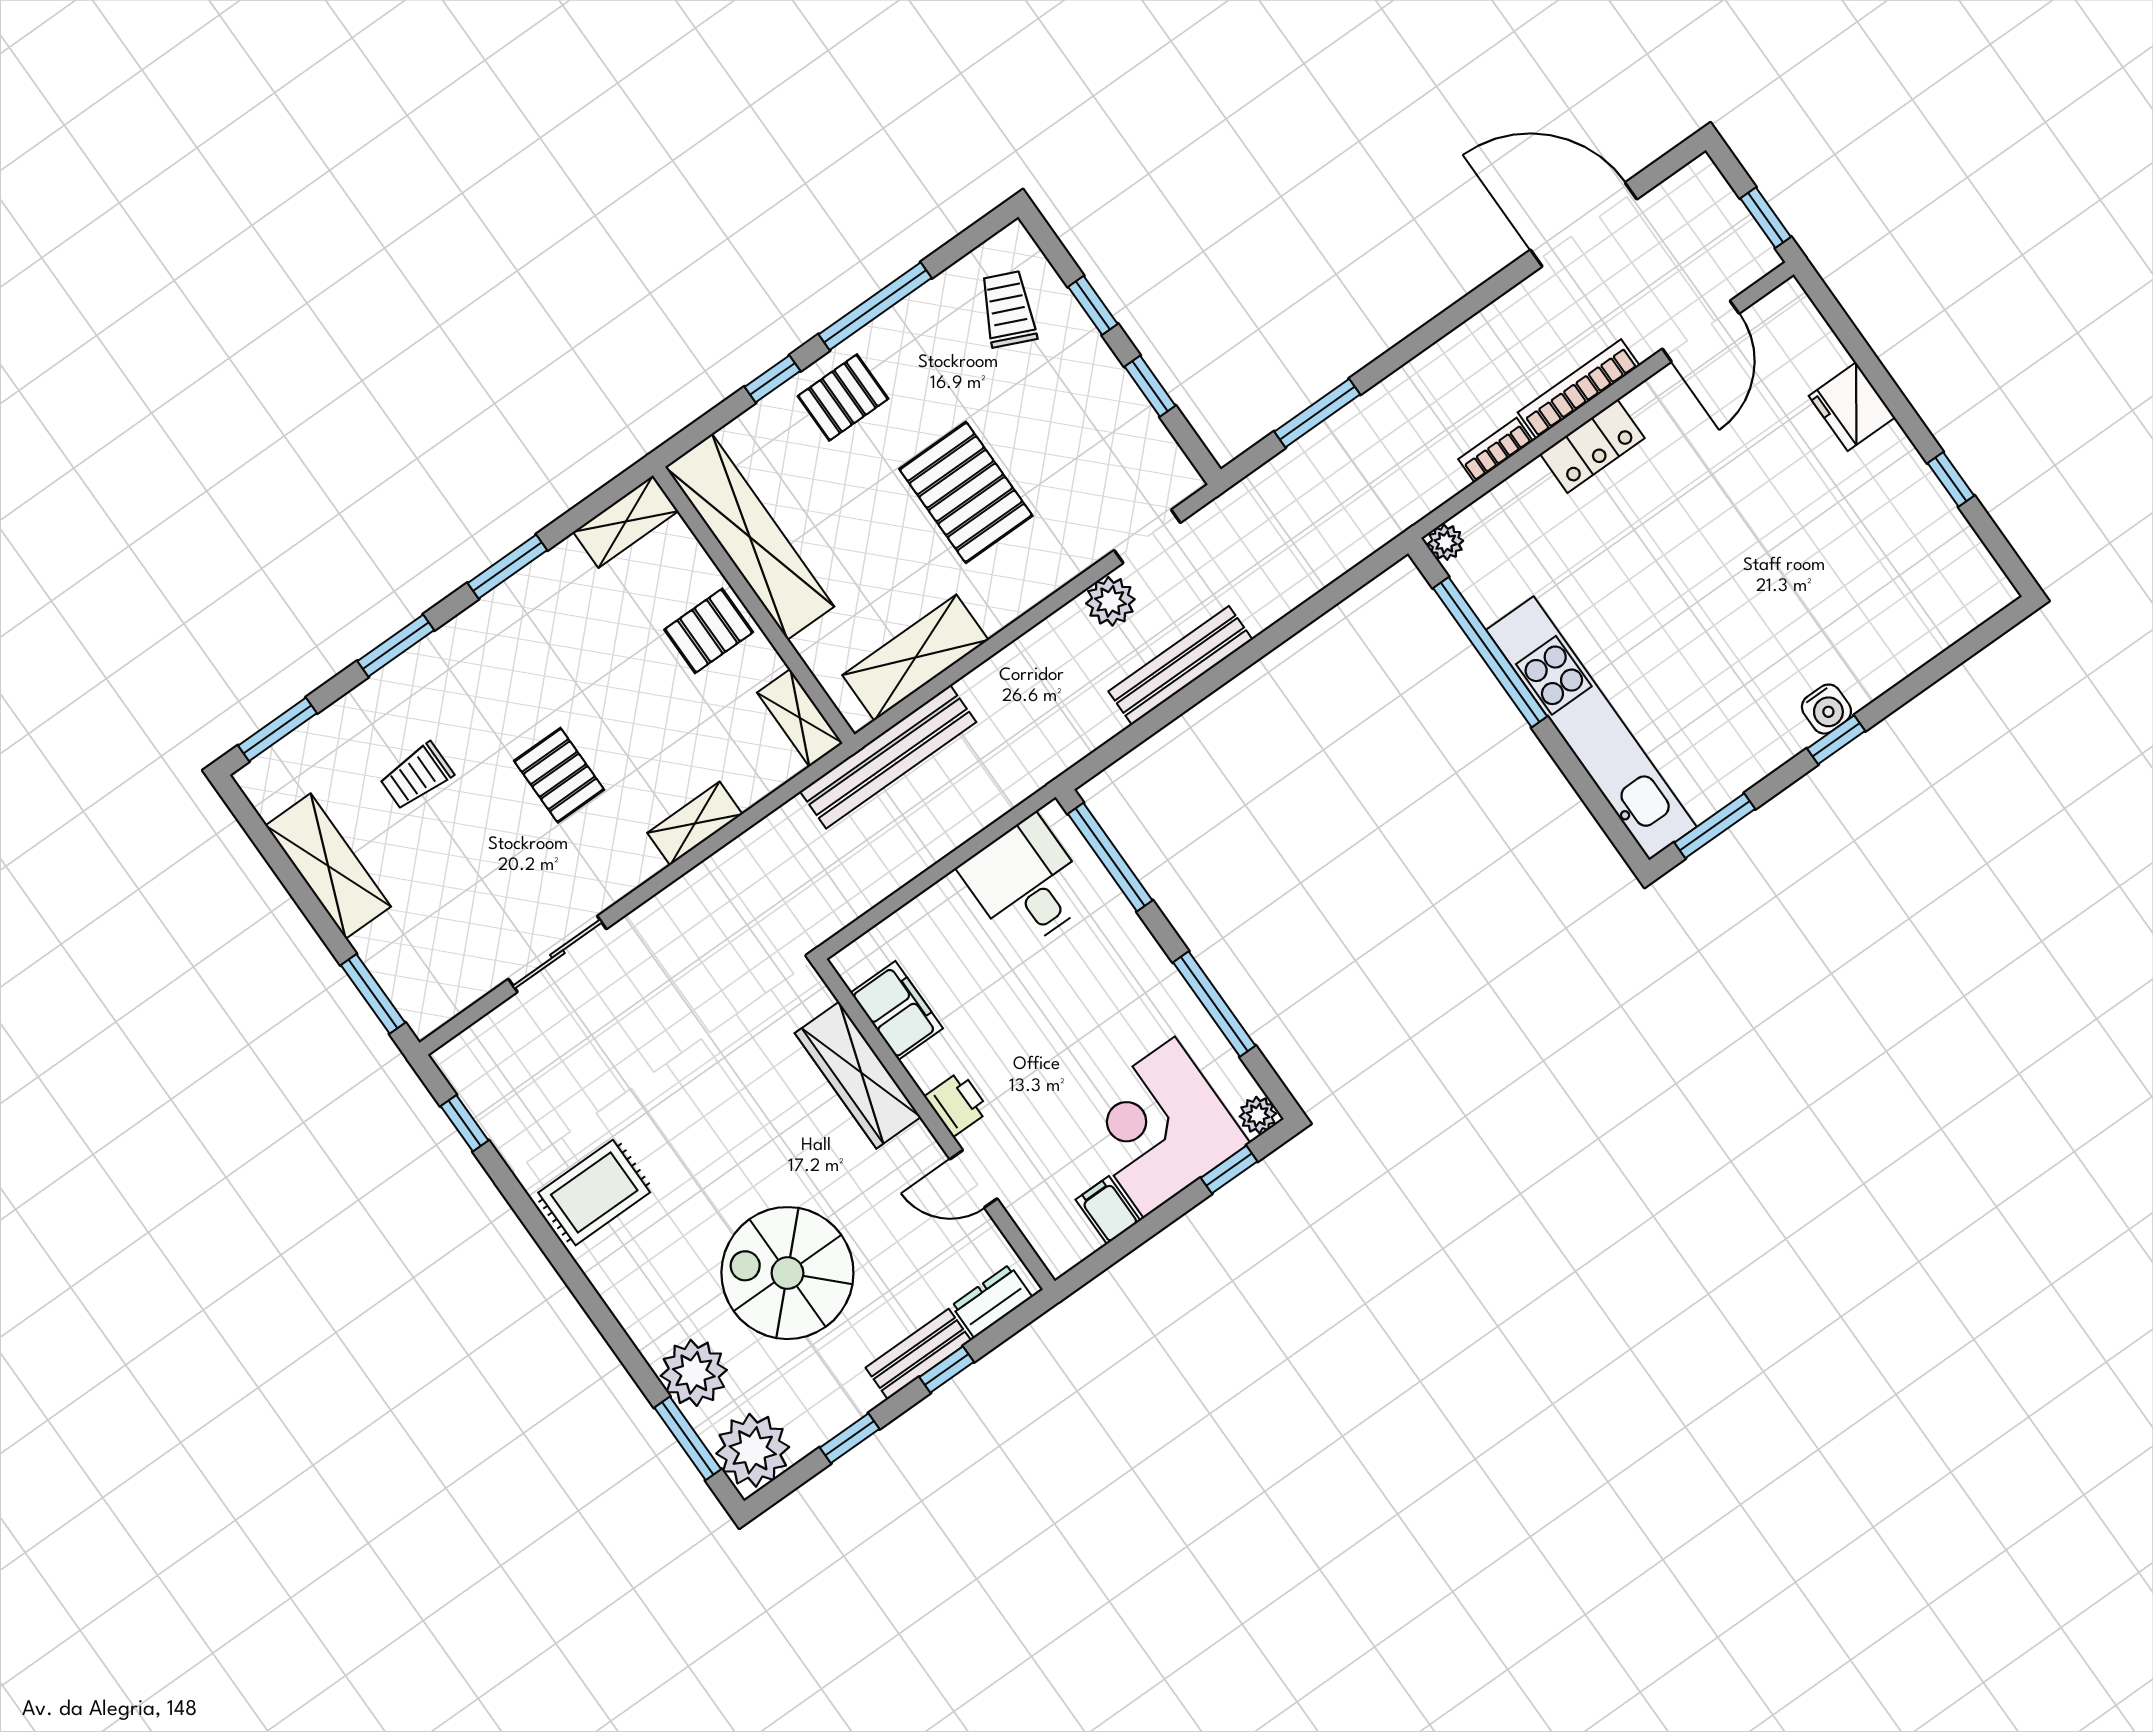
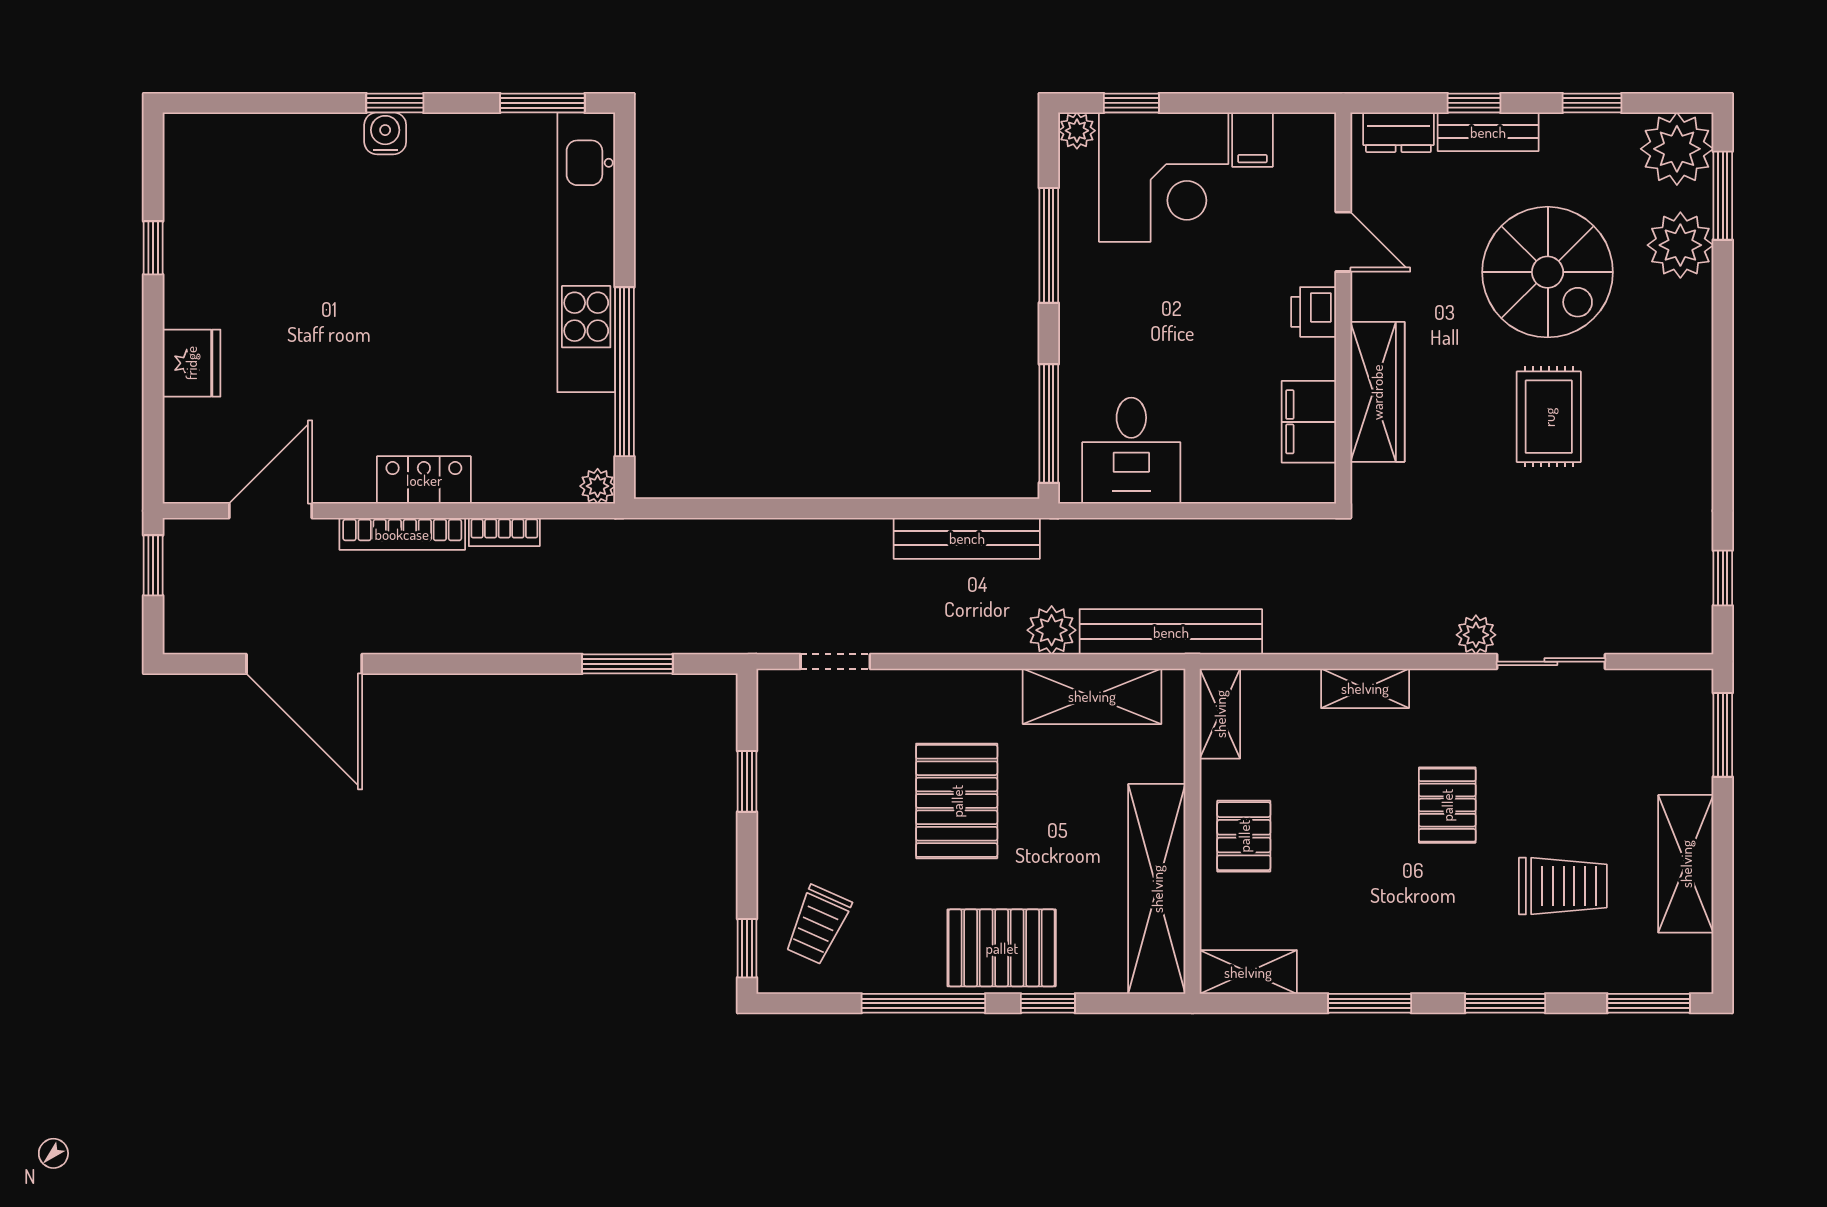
window: (1093, 305) -> (747, 948), moved
pallet: (843, 397) -> (1002, 948), width x1.50, depth x1.42
plant: (1110, 601) -> (1052, 630), moved
pallet: (709, 631) -> (1244, 836), turned 90
bench: (1180, 665) -> (967, 538), moved
trolley: (417, 776) -> (1563, 886), width x1.36, depth x1.39
plant: (635, 932) -> (1476, 635), added
rug: (594, 1193) -> (1549, 417), moved, turned 90

